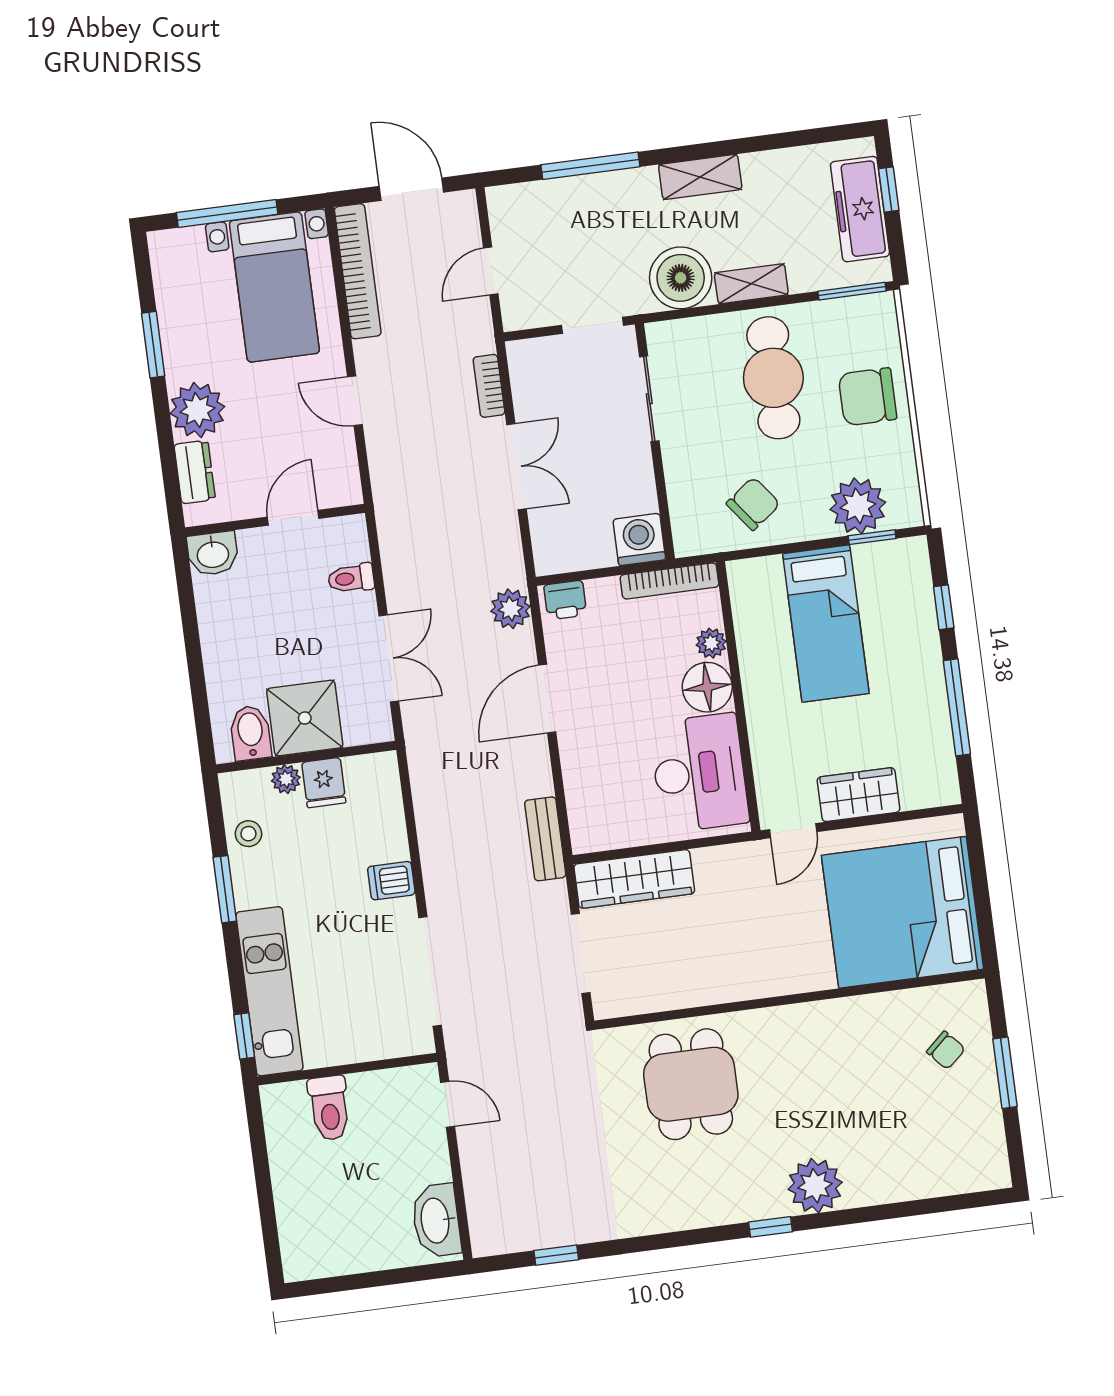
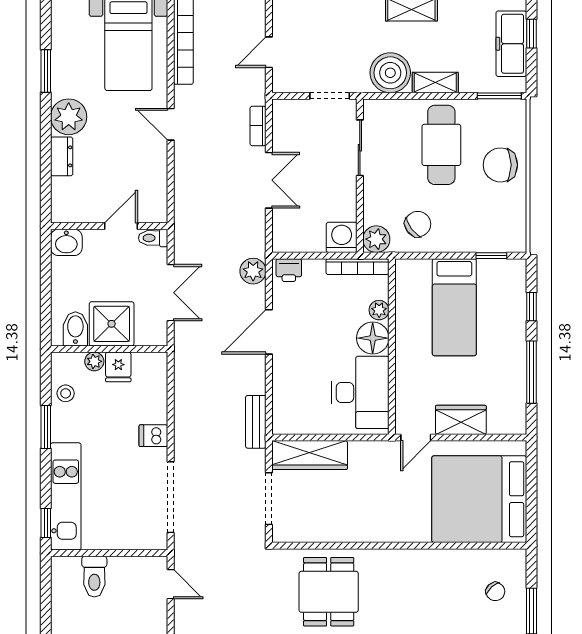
plant: (858, 506) -> (376, 239), moved, width x0.73, depth x0.73
door: (293, 518) -> (121, 226), moved
wall: (275, 520) -> (109, 226), moved
washbasin: (213, 554) -> (66, 242), moved

